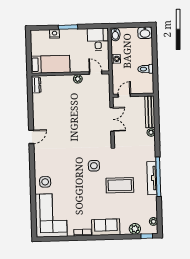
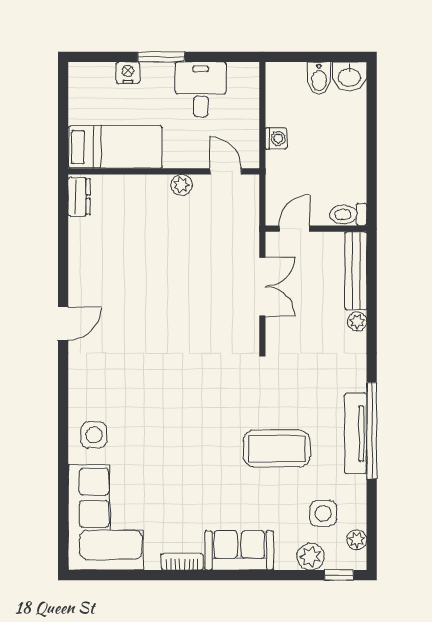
bidet: (115, 34) -> (319, 78), moved
desk: (98, 39) -> (201, 89), moved
toilet: (146, 69) -> (348, 214), moved
side table: (94, 166) -> (323, 513), moved

